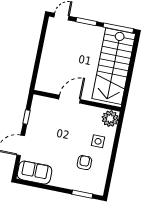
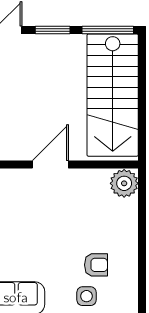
side table: (98, 141) -> (87, 296), moved
armchair: (84, 163) -> (96, 265), turned 90

